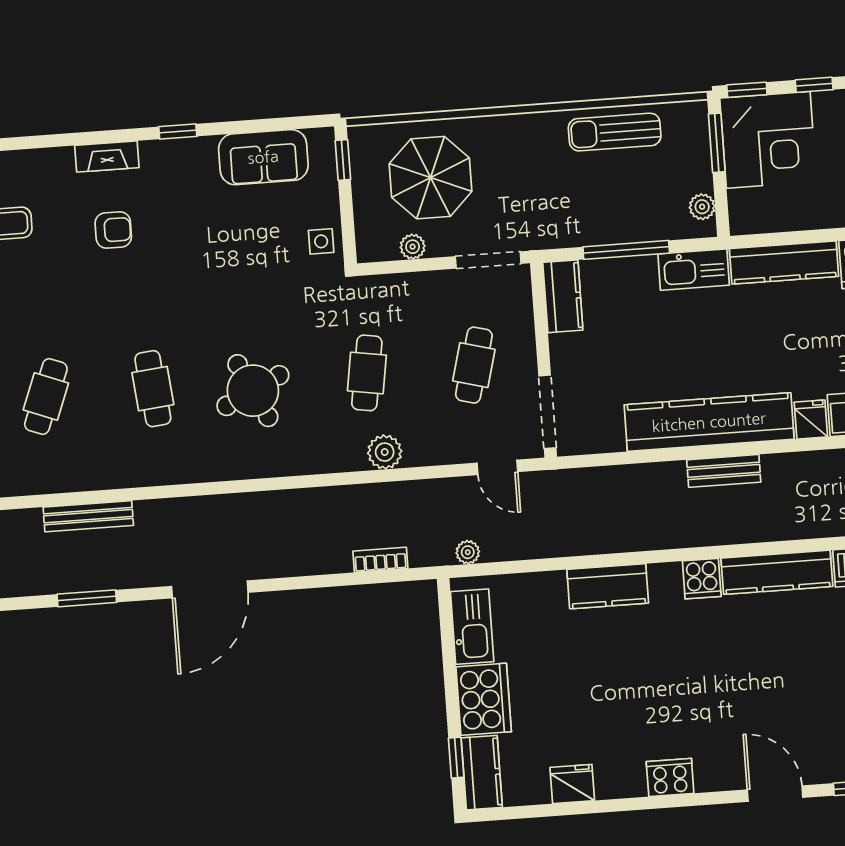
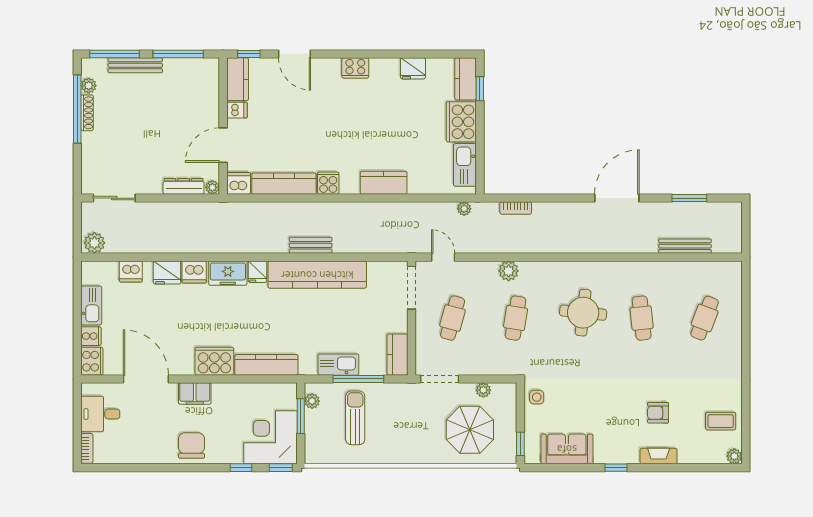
sun lounger: (615, 132) -> (355, 418), moved, turned -90
window: (717, 143) -> (301, 416), moved
kitchen sink: (694, 270) -> (338, 365), moved
round table: (253, 391) -> (583, 313), turned 32

